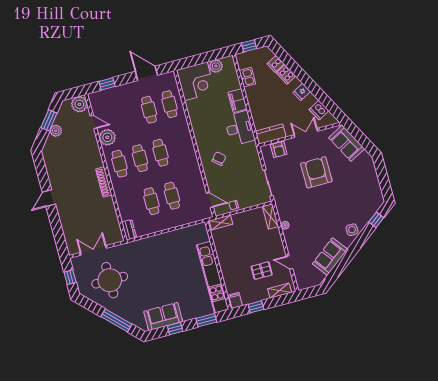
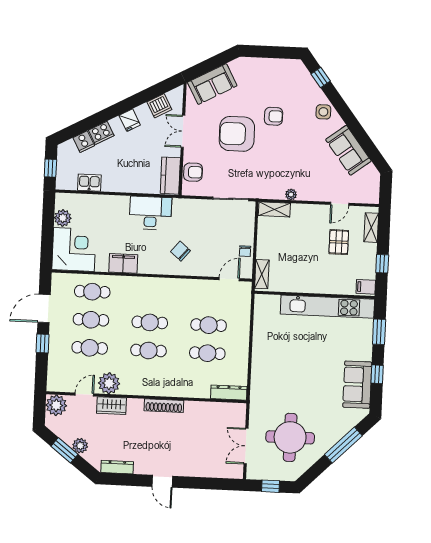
window: (107, 84) -> (42, 343), moved
filing cabinet: (238, 101) -> (123, 263), moved, turned 180
wardrobe: (92, 144) -> (112, 406), added
dresser: (49, 162) -> (117, 467), added
cafe table: (119, 164) -> (90, 348), moved
armchair: (337, 195) -> (274, 116), added
dresser: (129, 230) -> (229, 393), width x1.44

